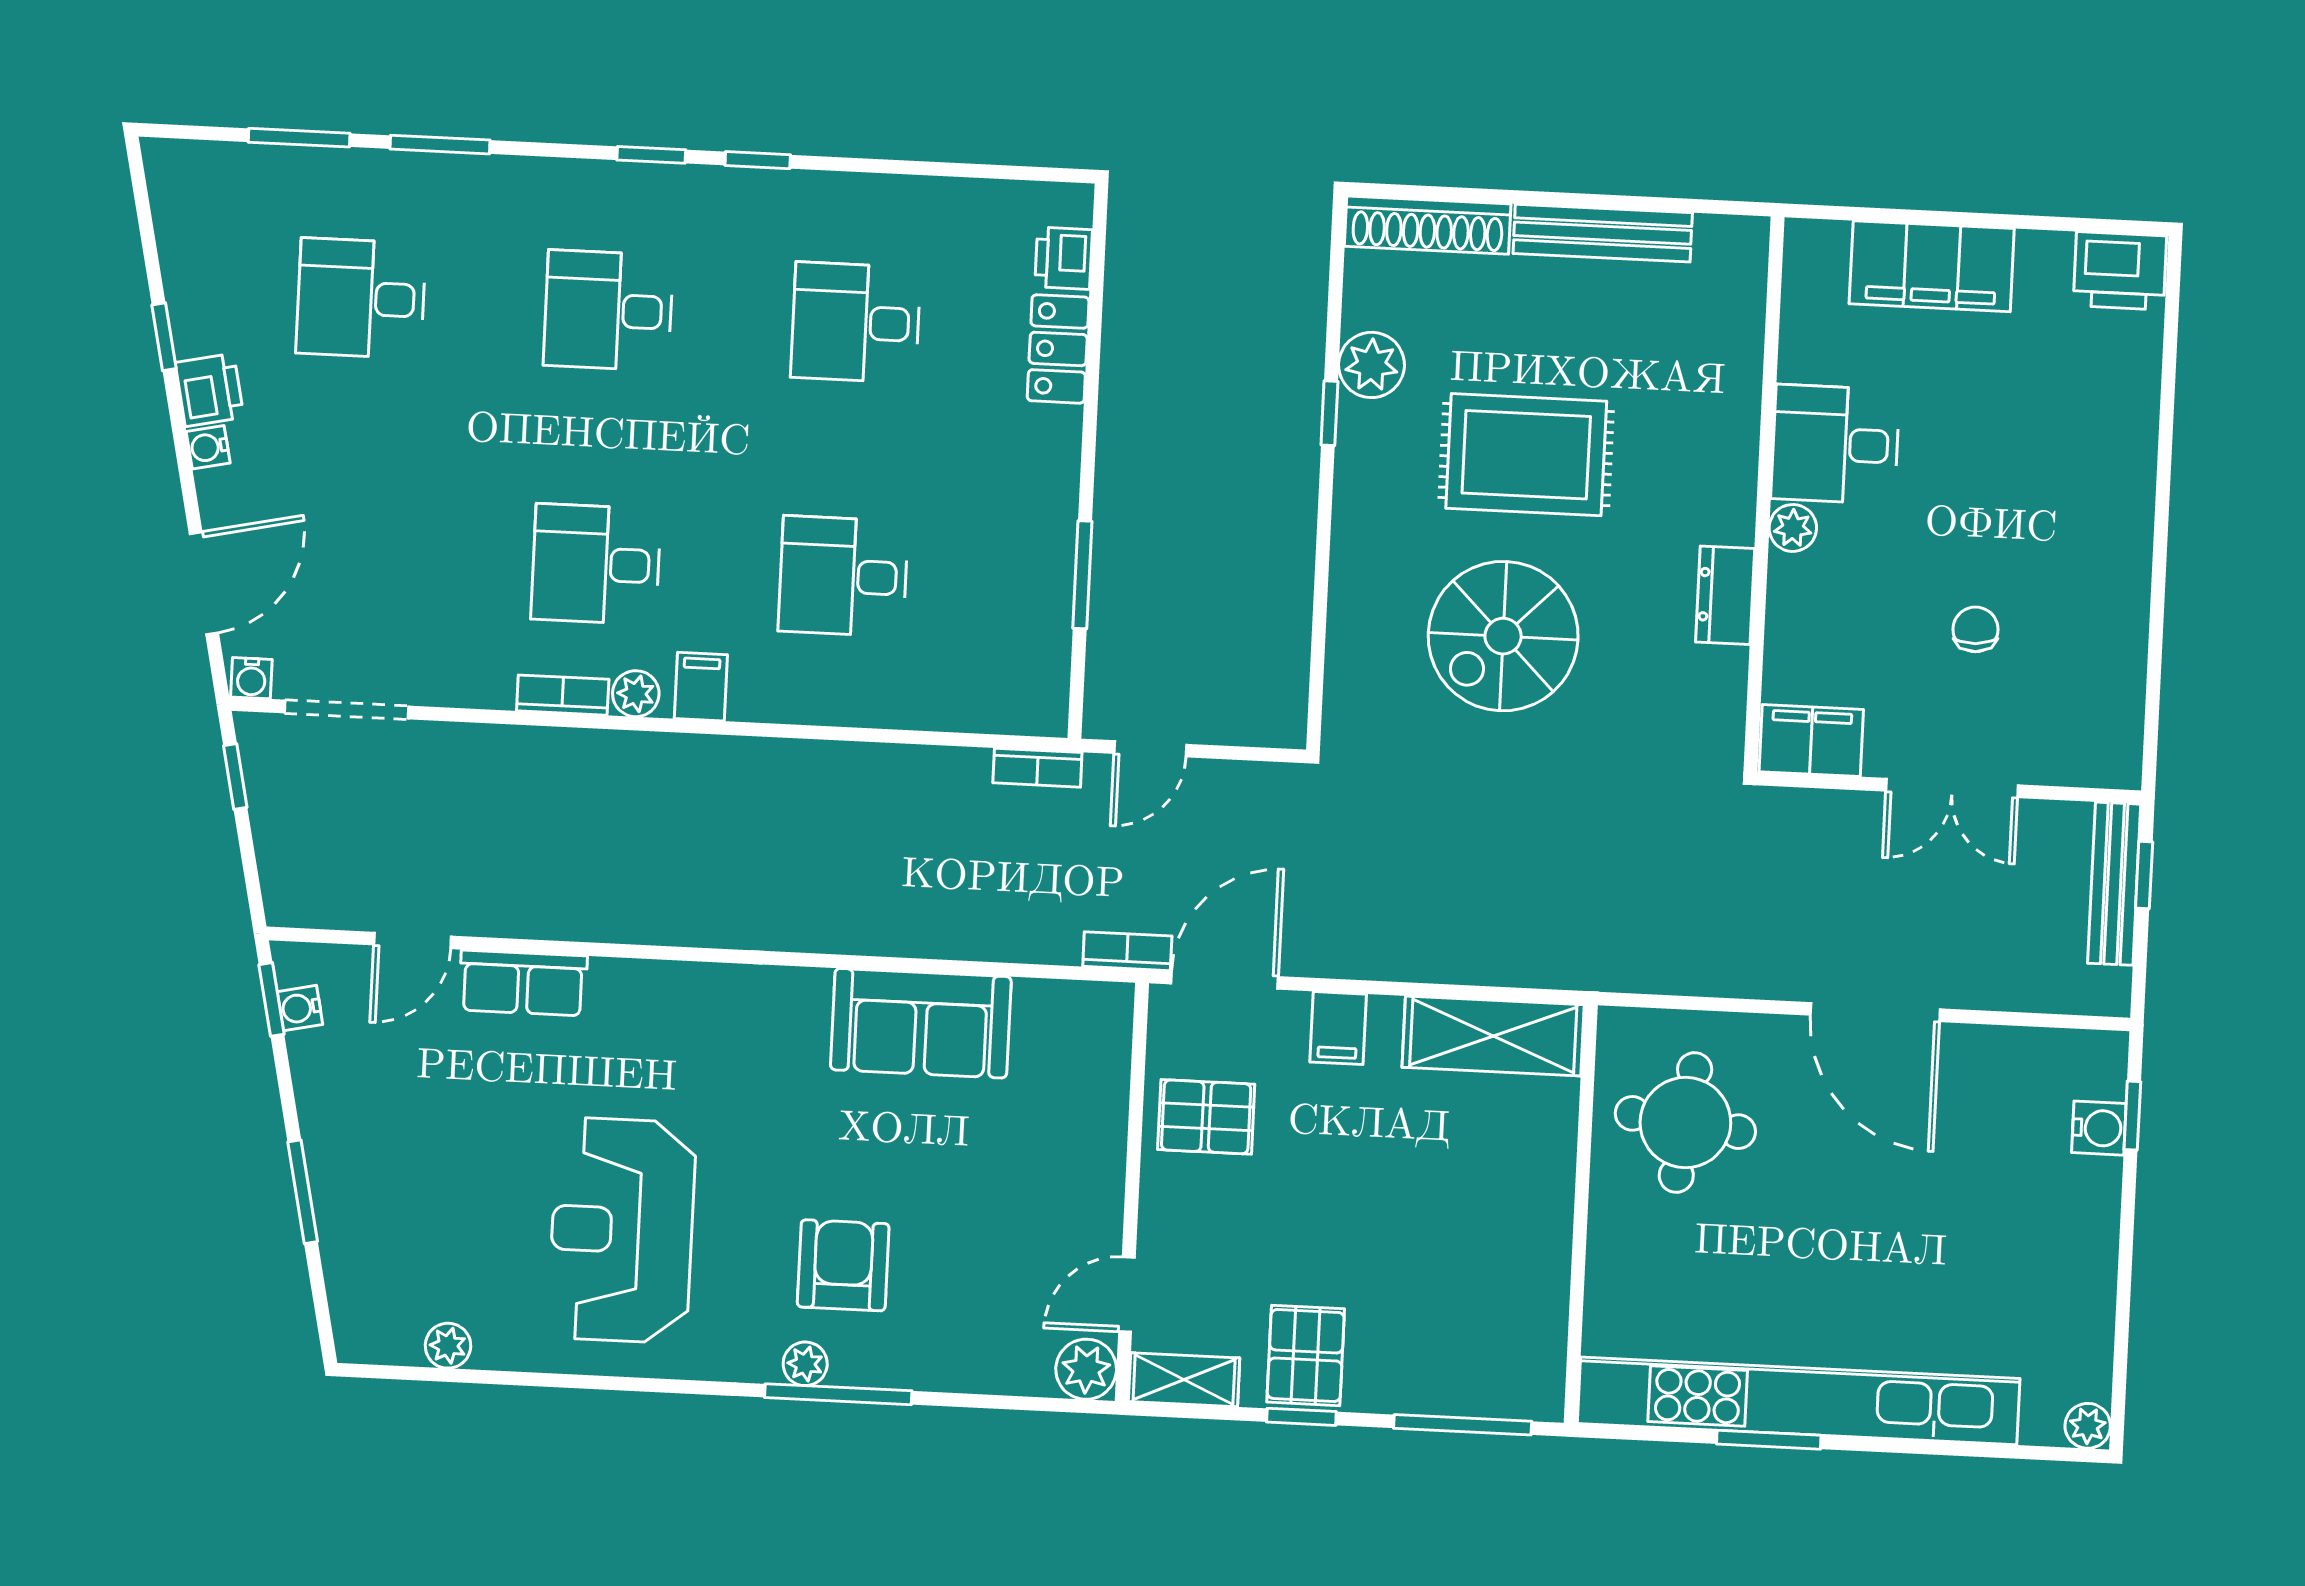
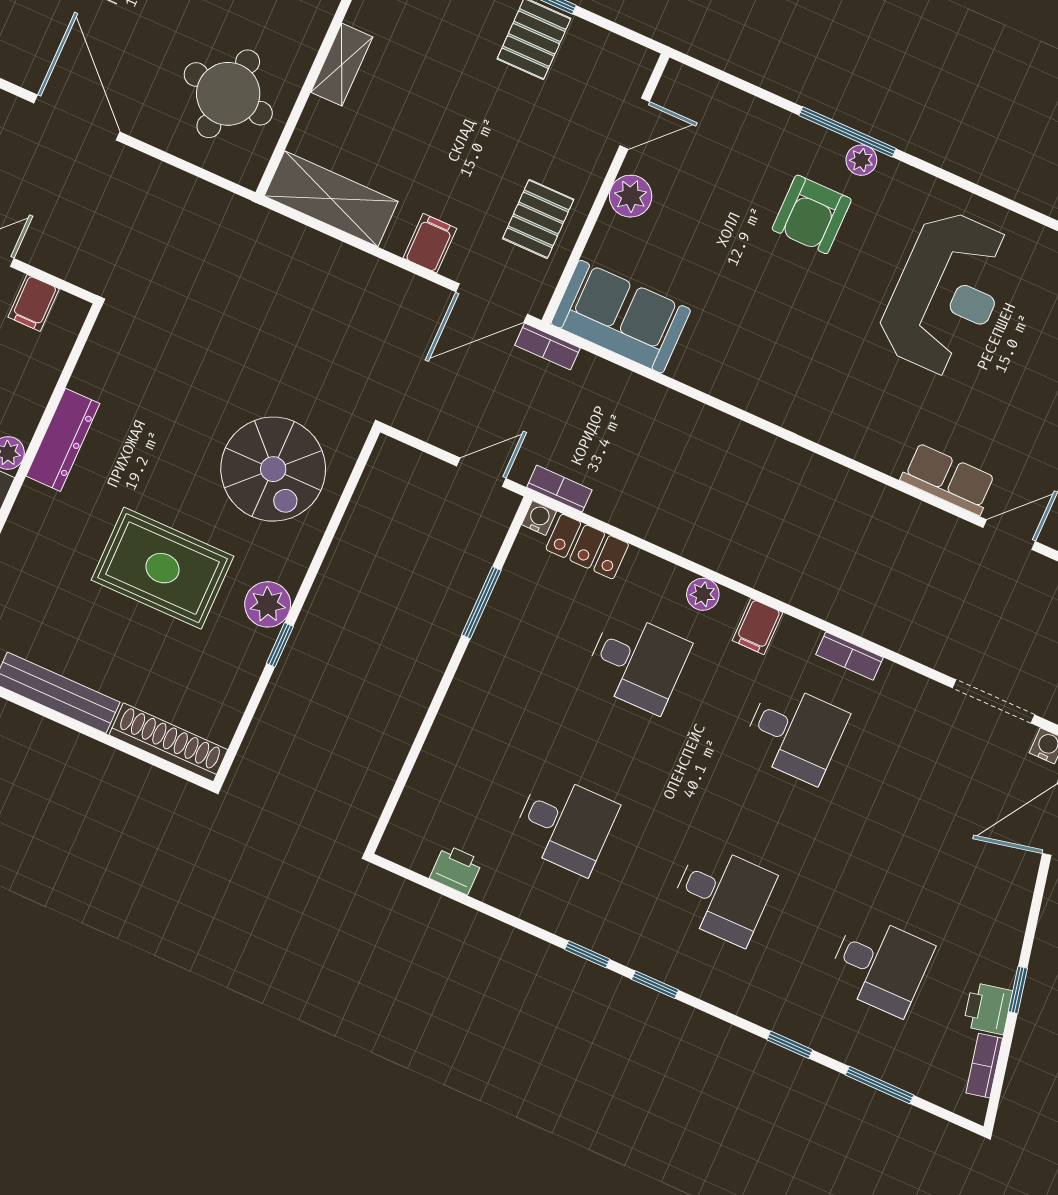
window: (440, 145) -> (790, 1045), width x0.67
bookcase: (169, 218) -> (984, 1066), added
printer: (1064, 258) -> (456, 869), moved, turned -90
locker: (1058, 349) -> (587, 547), moved, turned 90
plant: (1371, 365) -> (268, 604), moved
printer: (210, 390) -> (988, 1008), moved
water cooler: (208, 447) -> (539, 518), moved, turned -78
dresser: (1725, 595) -> (63, 440), width x1.44
spiral stairs: (1503, 636) -> (273, 469), moved, turned 90
plant: (636, 694) -> (703, 594), moved
filing cabinet: (1811, 741) -> (34, 303), width x0.50
sofa: (921, 1023) -> (621, 317), moved
pallet: (1206, 1117) -> (538, 219), turned 90
plant: (1086, 1369) -> (631, 196), moved
shelving: (1184, 1380) -> (342, 65), moved, turned 90

